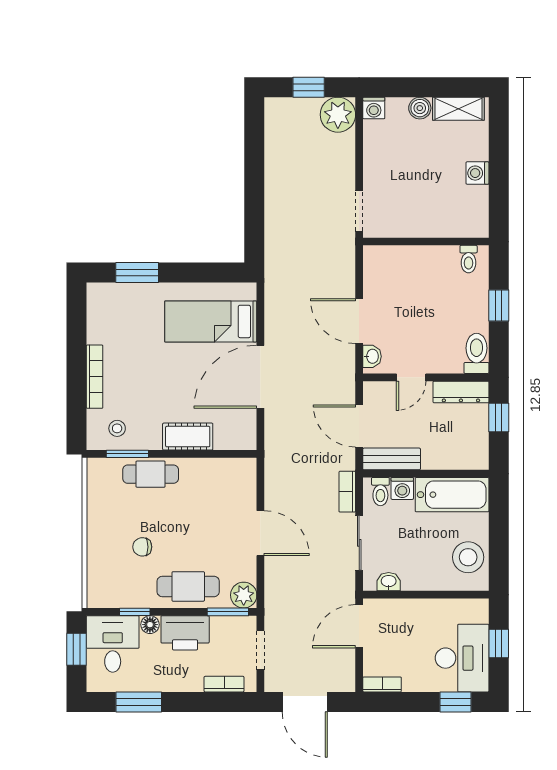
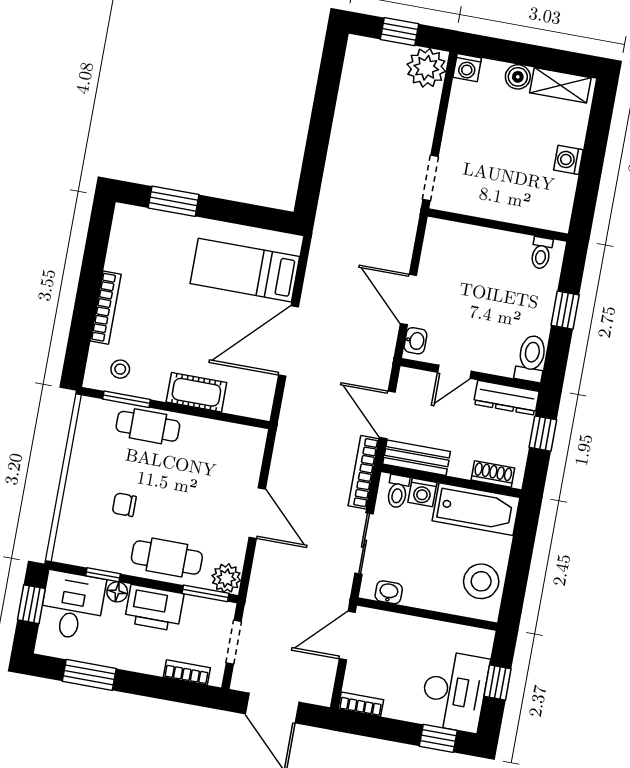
shoe rack: (461, 461) -> (493, 474), added
bookcase: (347, 492) -> (363, 472), width x1.56

